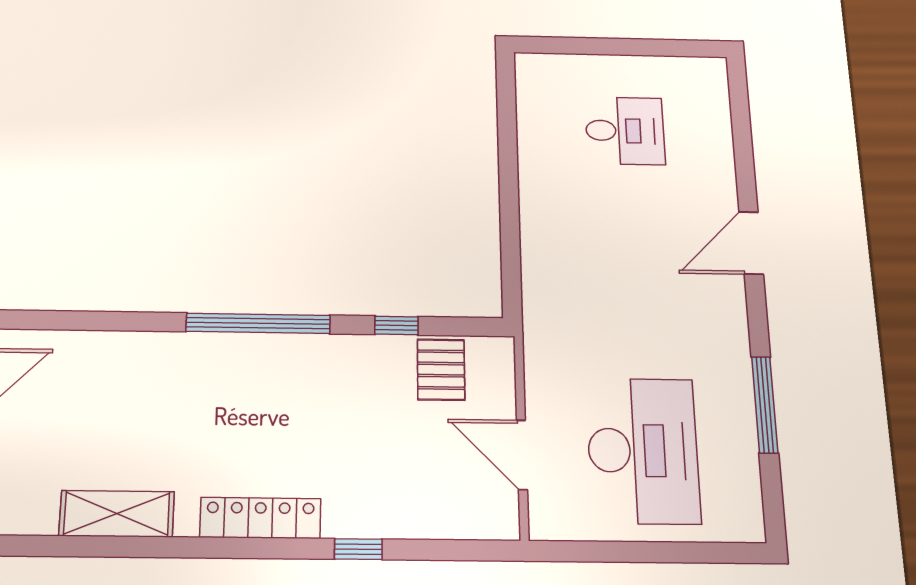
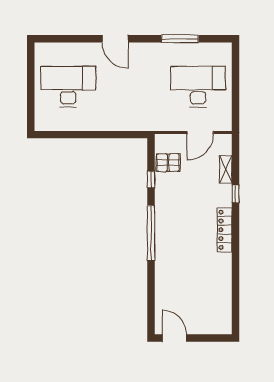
desk: (625, 131) -> (68, 87), width x1.87, depth x1.30
shelving: (117, 514) -> (226, 169), moved, width x0.67, depth x0.75

